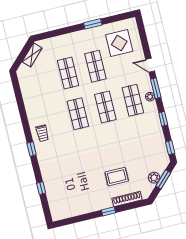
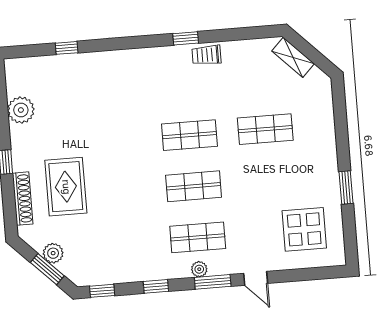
shelving: (32, 55) -> (293, 57), moved
door: (150, 65) -> (256, 278), swing flipped
shop shelf: (95, 66) -> (269, 180), removed
trolley: (42, 133) -> (207, 55), moved
window: (32, 149) -> (186, 38), moved
rug: (117, 177) -> (66, 187), width x1.36, depth x1.43
plant: (79, 208) -> (21, 110), added

